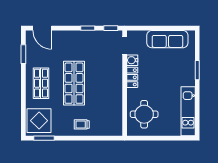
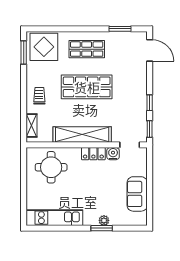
door: (42, 28) -> (150, 50), swing flipped
sofa: (167, 39) -> (137, 194), width x0.73
plant: (190, 68) -> (104, 220), added
shelving: (115, 87) -> (82, 134), added
shelving: (108, 131) -> (31, 125), added

